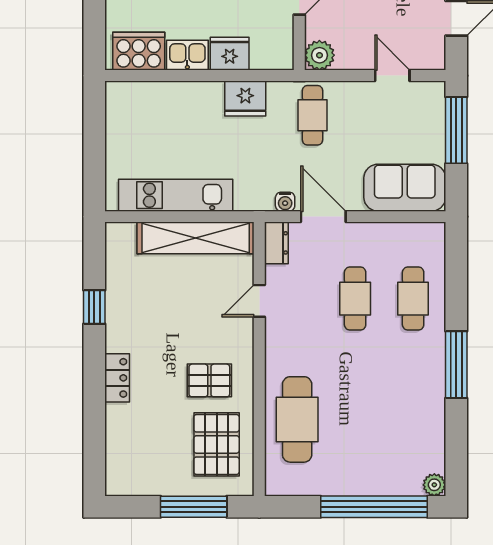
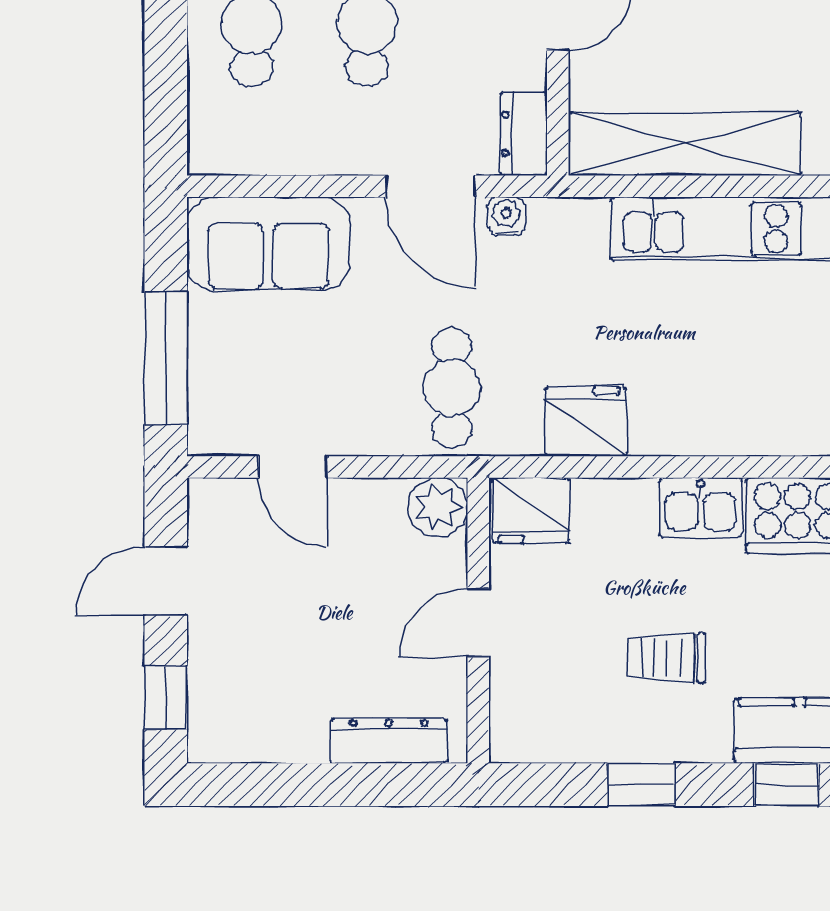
fridge: (230, 54) -> (531, 511), moved

